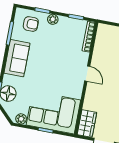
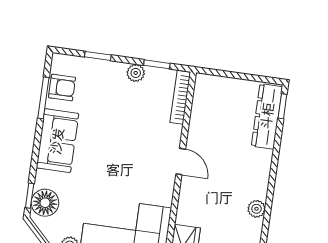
plant: (53, 19) -> (136, 73), moved
armchair: (31, 24) -> (62, 87), moved

